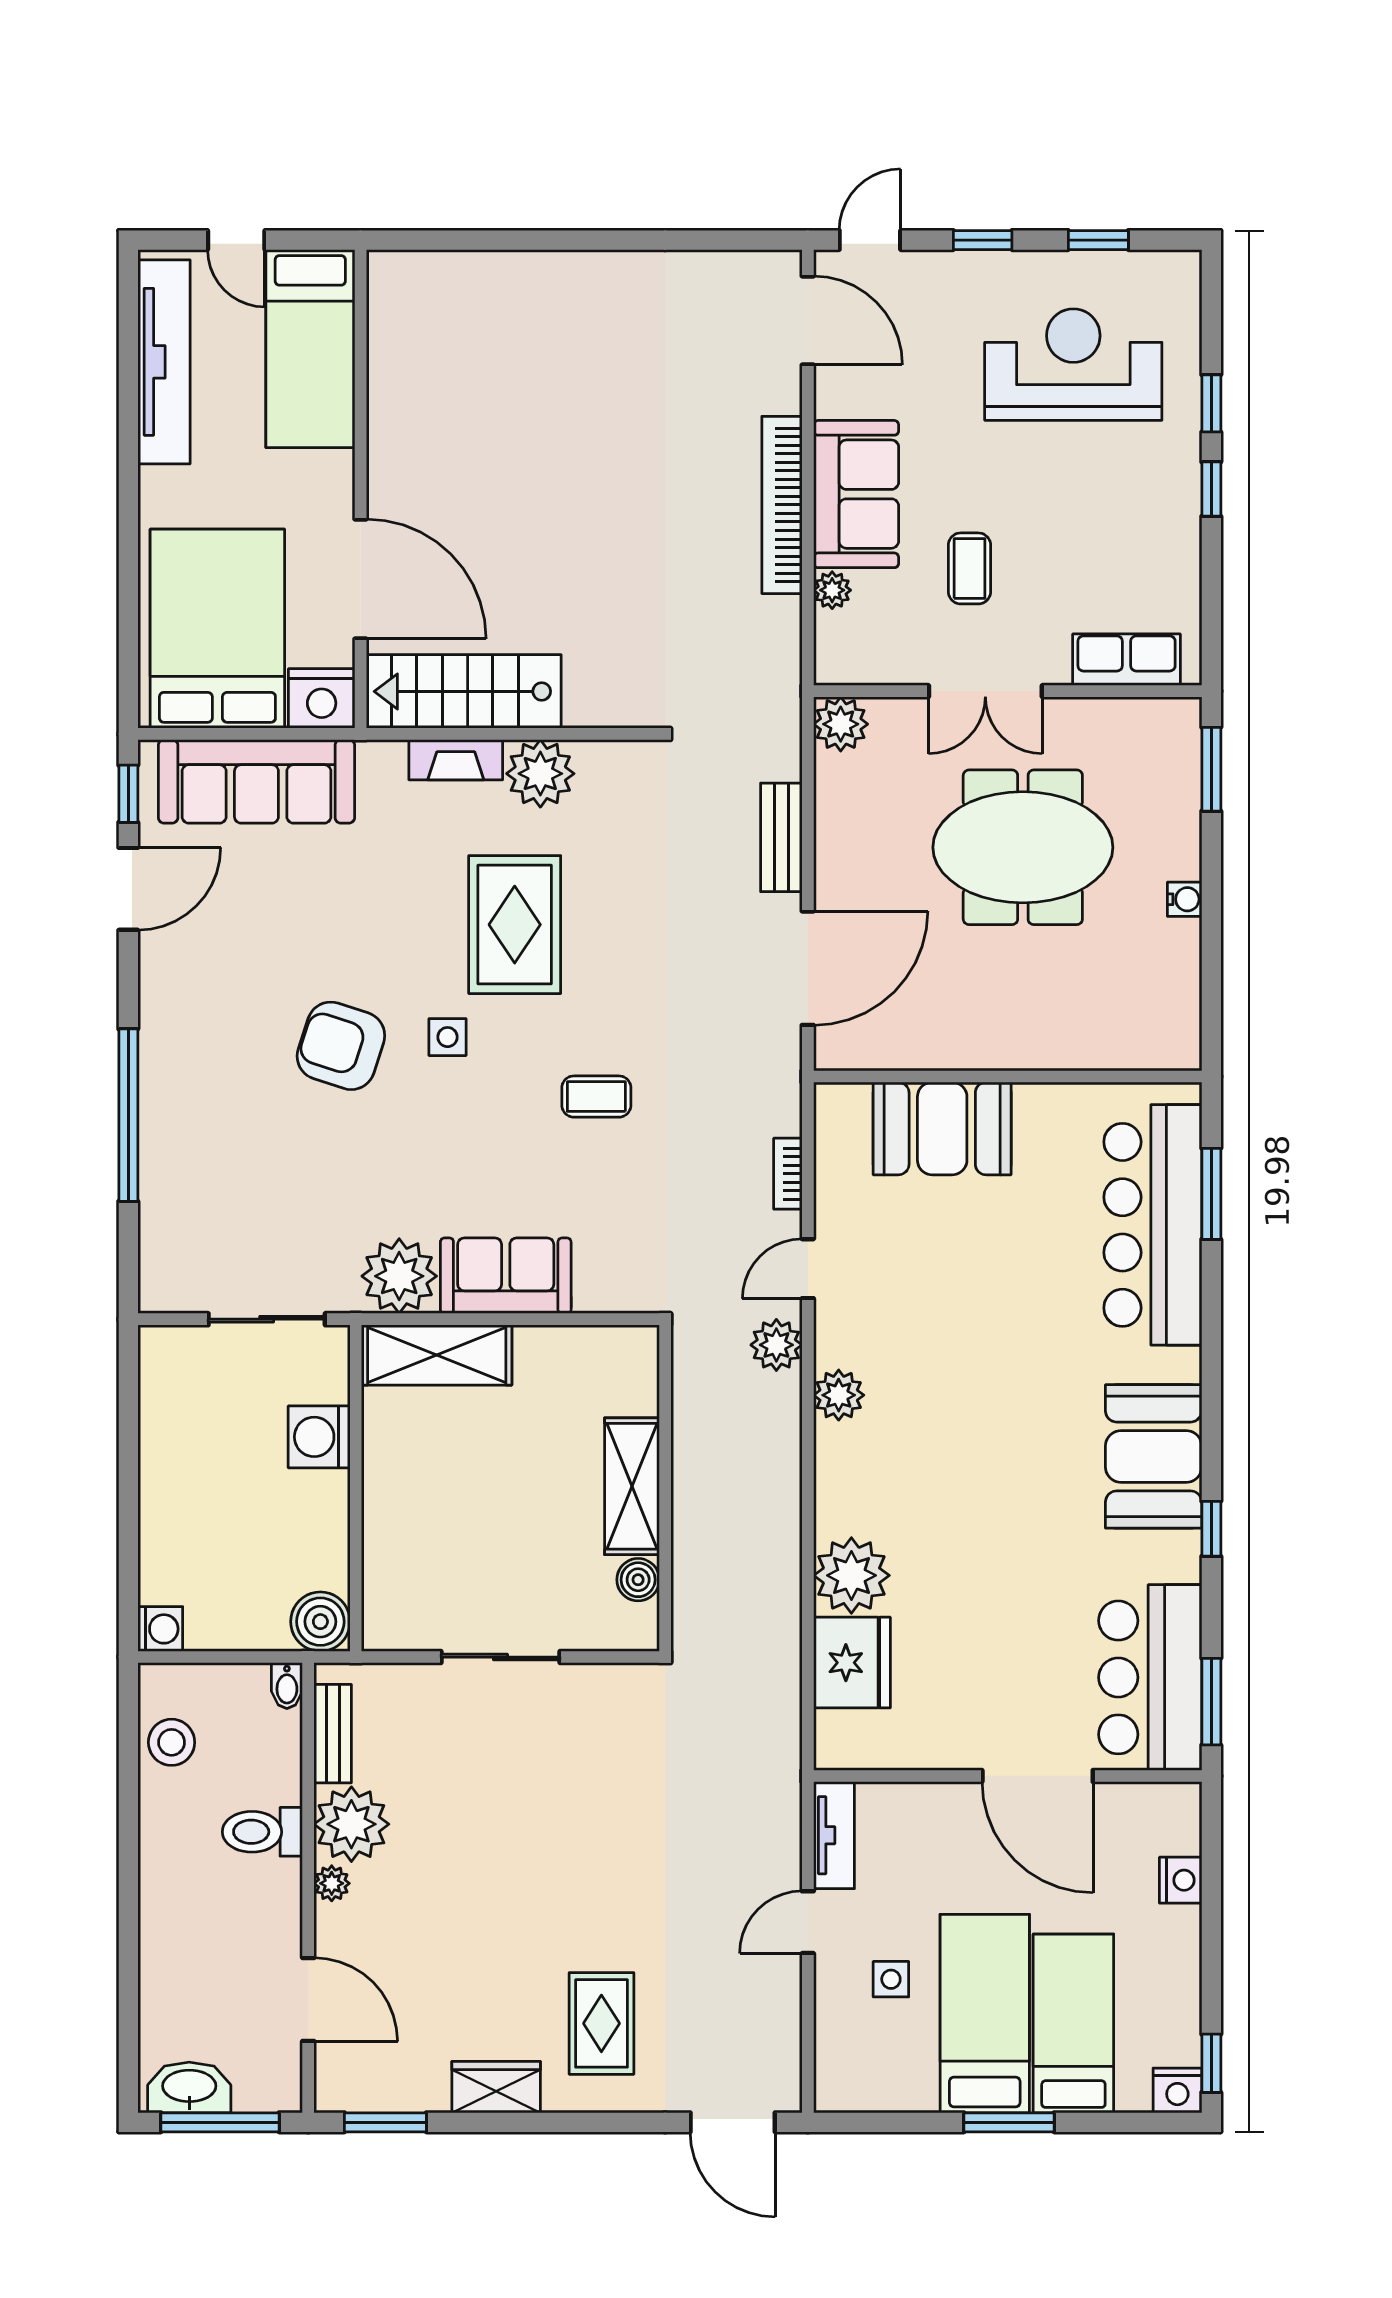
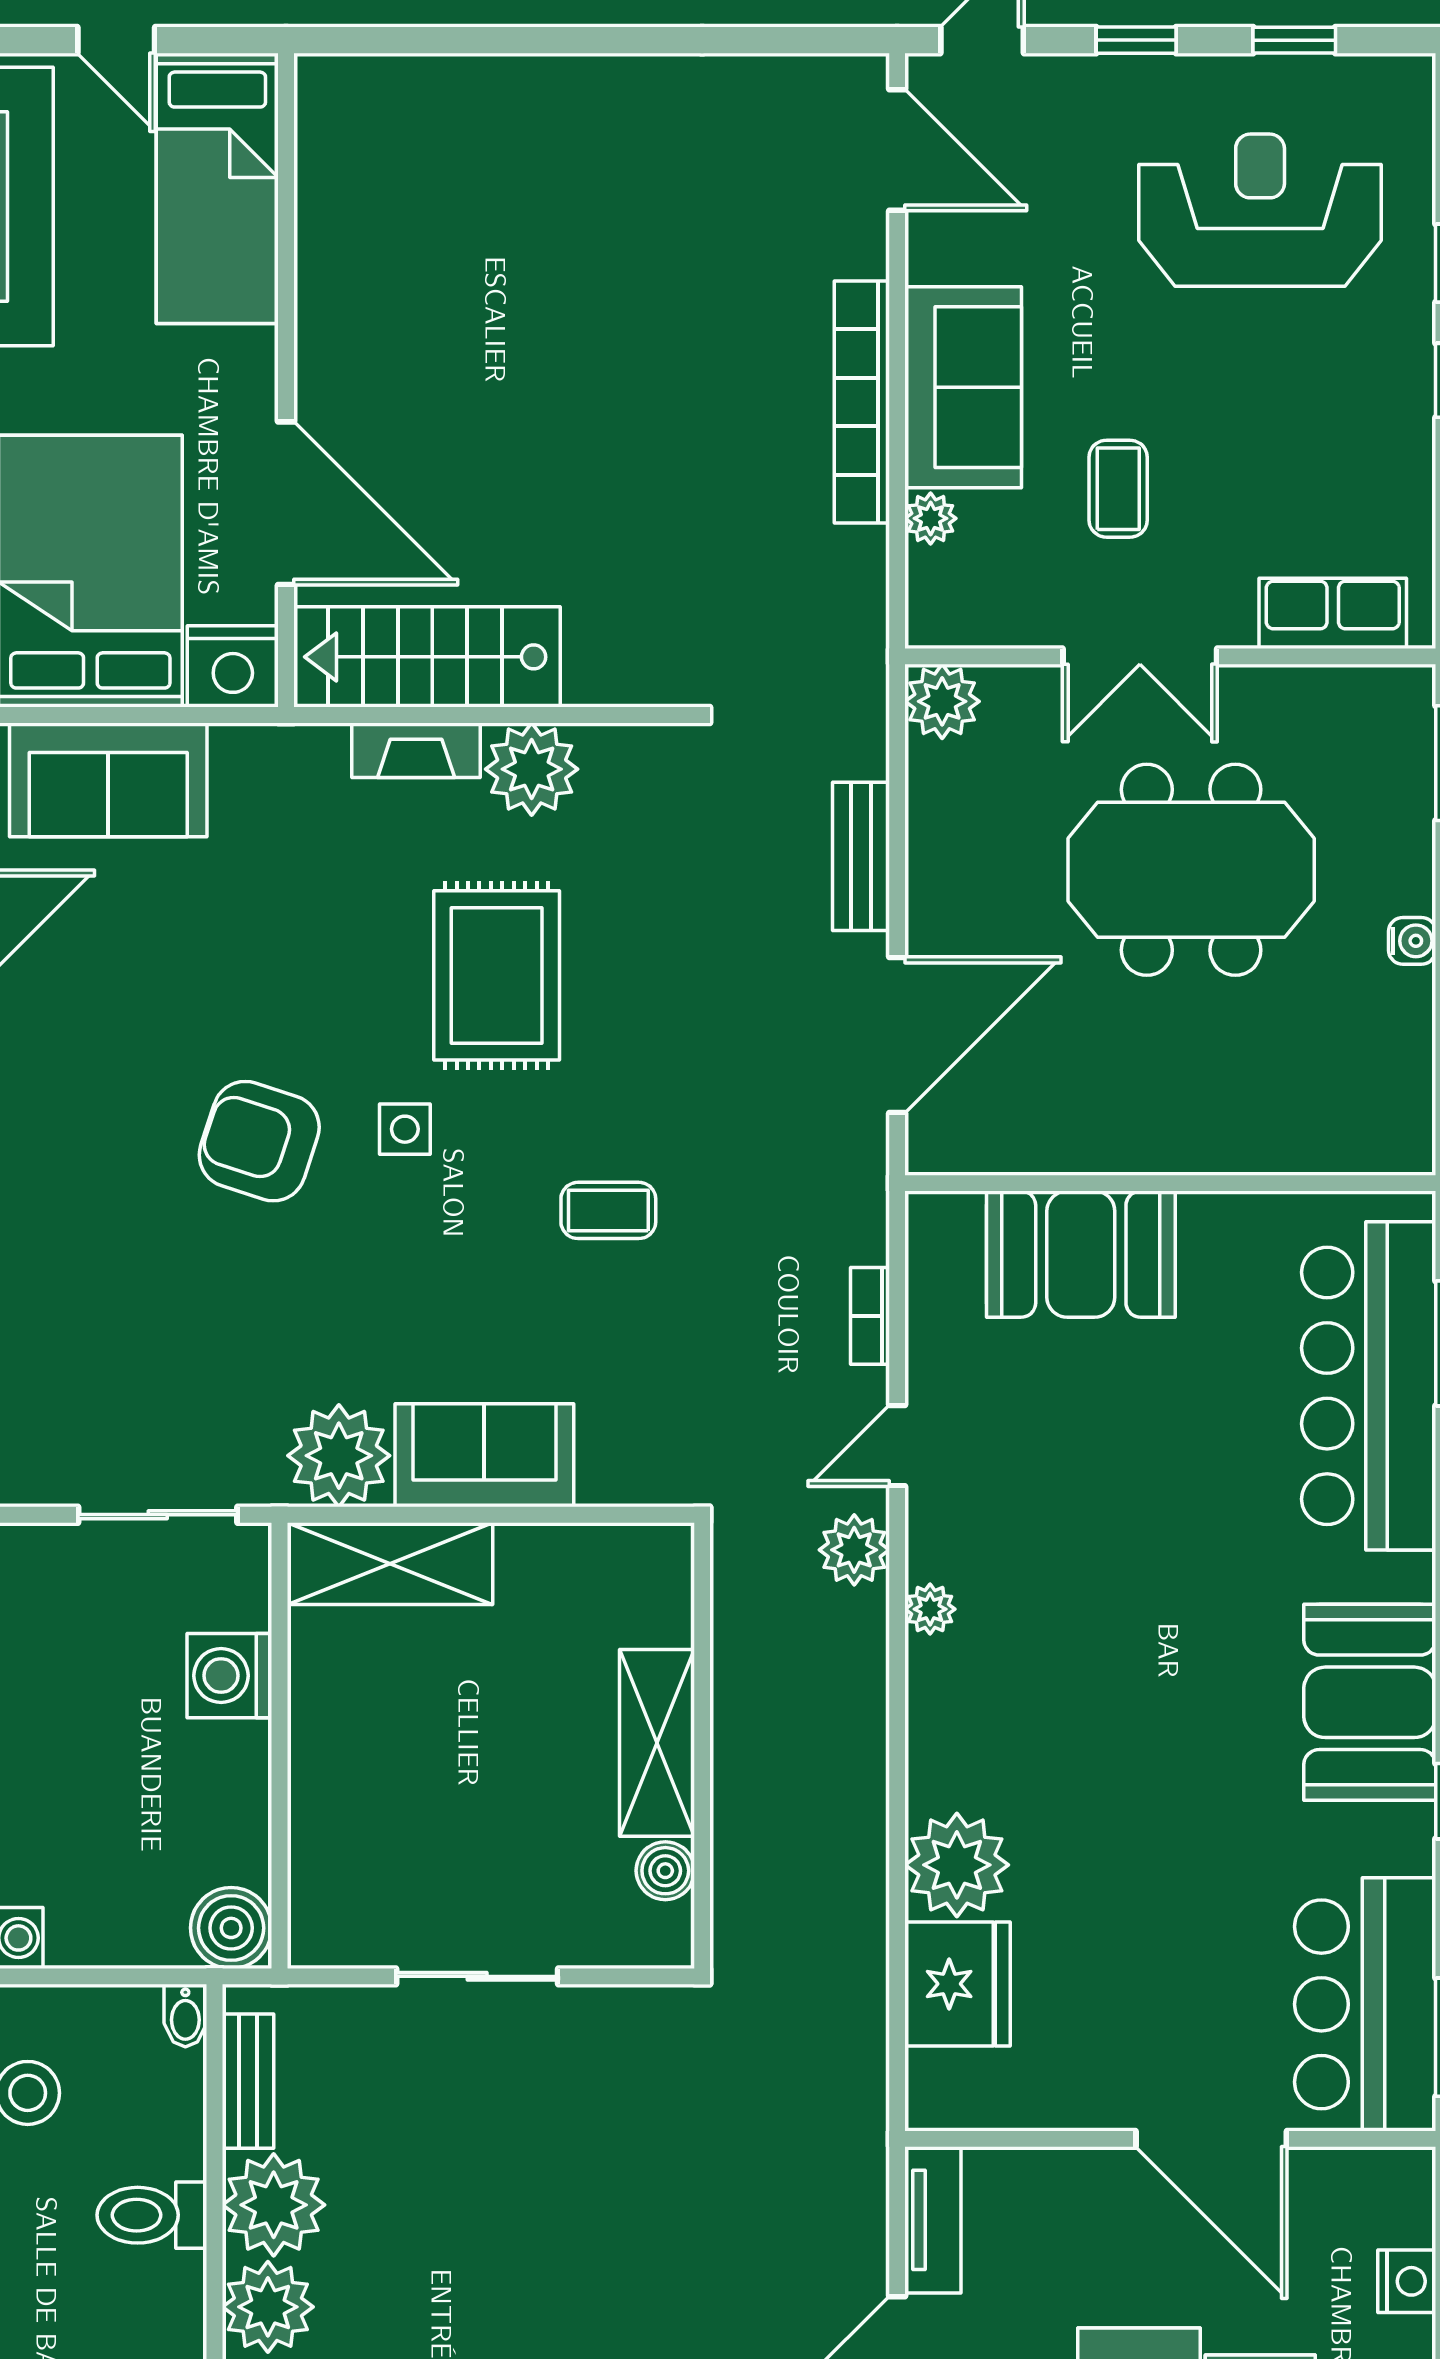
sofa: (256, 781) -> (108, 780), width x0.73
plant: (839, 1395) -> (930, 1609), width x0.73, depth x0.73
plant: (332, 1883) -> (268, 2307), width x1.87, depth x1.87

